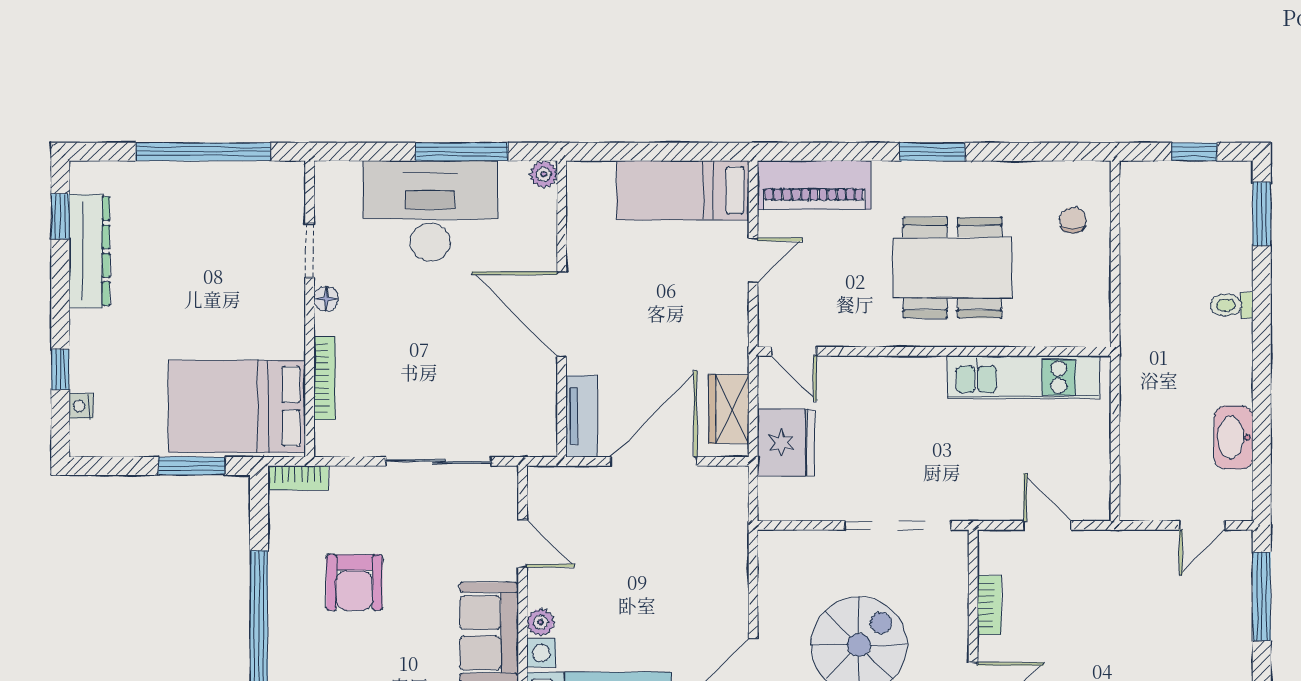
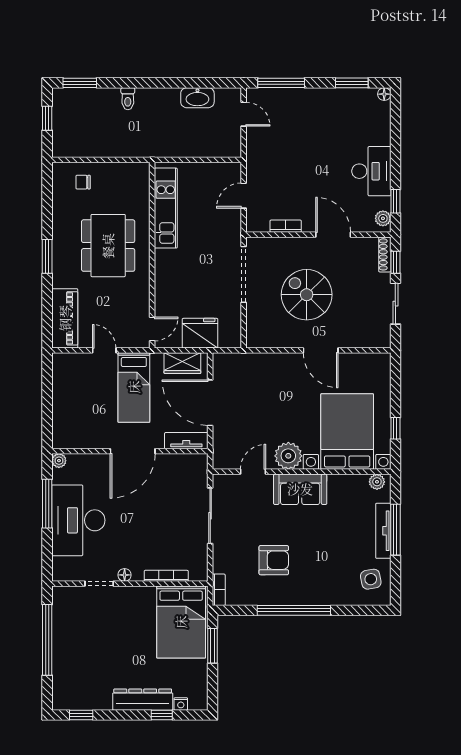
bed: (683, 190) -> (134, 387), moved
dresser: (89, 251) -> (143, 700), moved
plant: (541, 622) -> (288, 456), width x1.87, depth x1.87

